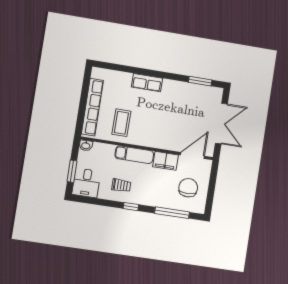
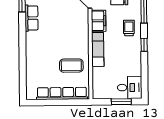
row of seats: (147, 83) -> (31, 18), moved
washbasin: (86, 145) -> (97, 94), removed
trolley: (121, 185) -> (129, 28), moved

